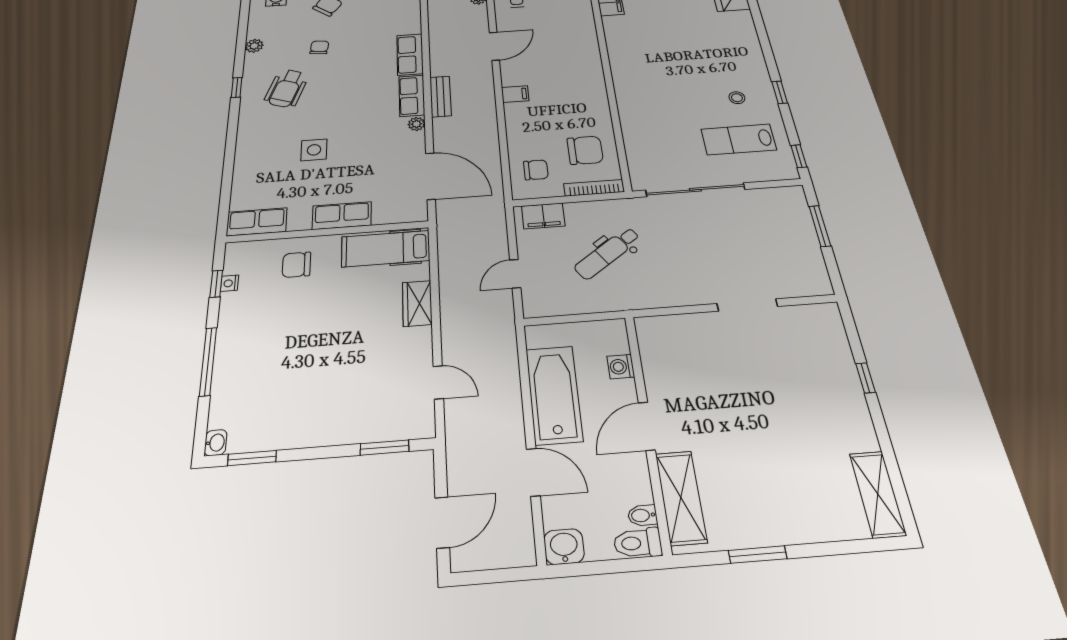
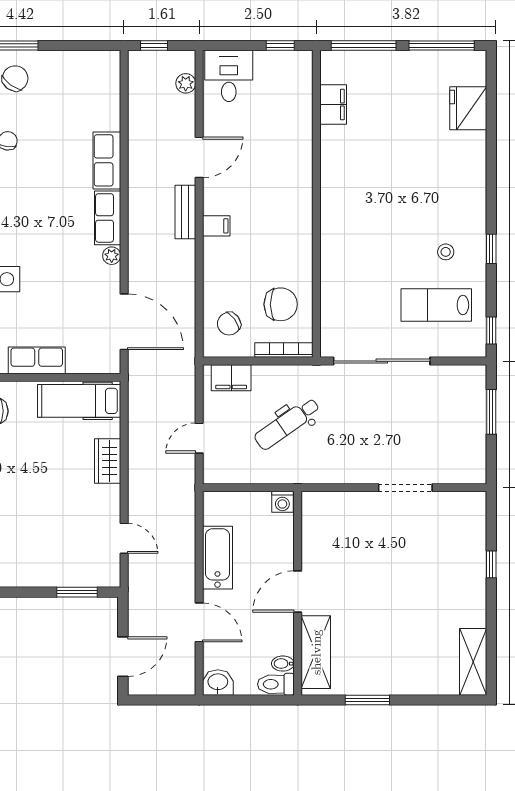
bench: (441, 96) -> (185, 212), moved
chair: (536, 170) -> (229, 324), turned 144
washing machine: (621, 367) -> (282, 502), moved, turned -90
bathtub: (554, 395) -> (217, 558), width x0.73, depth x0.73

